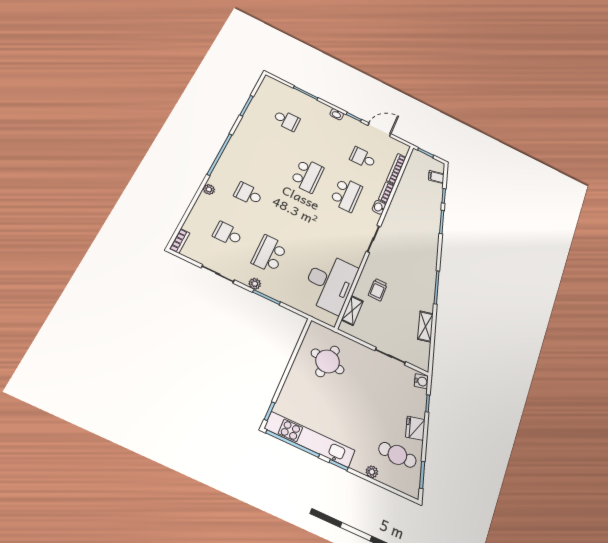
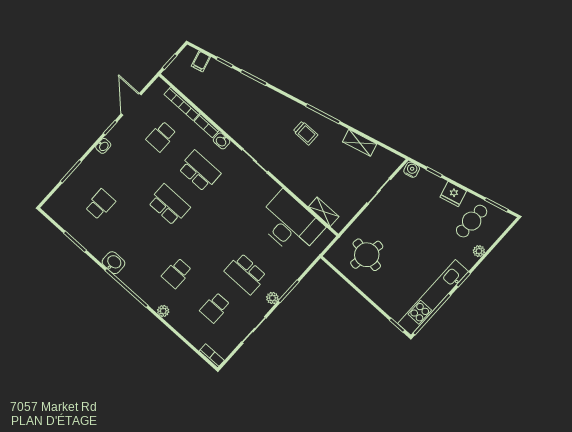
washbasin: (239, 140) -> (113, 263), added
trolley: (378, 290) -> (305, 133), moved

